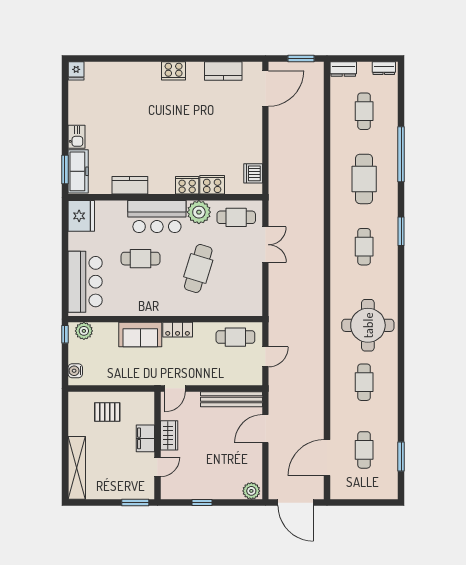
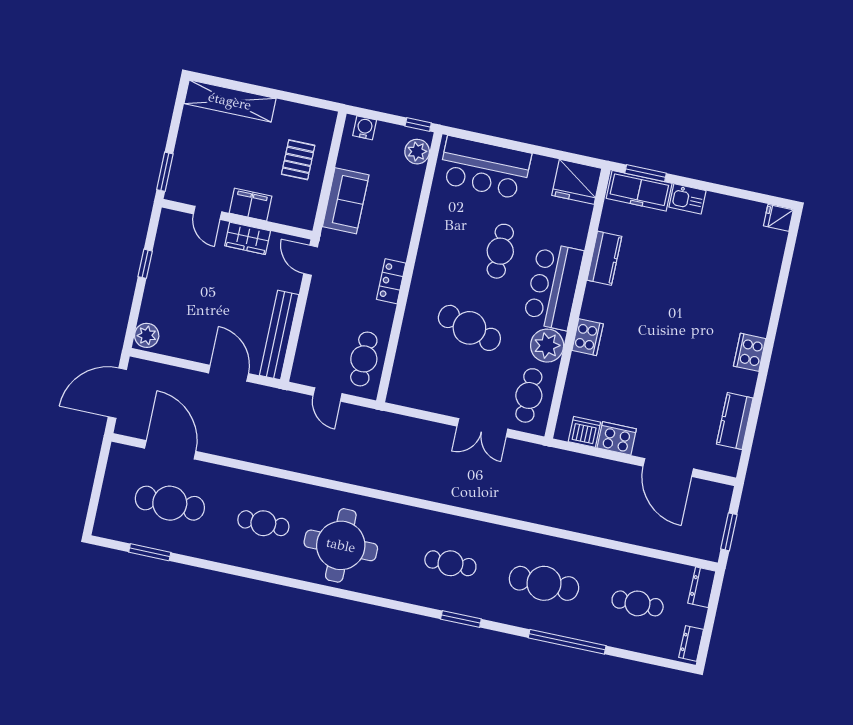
door: (265, 89) -> (668, 467), moved
cooker: (212, 185) -> (617, 438), moved, turned -90
sofa: (140, 335) -> (346, 201), moved, turned 180
cafe table: (364, 450) -> (170, 503), width x1.37, depth x1.35

